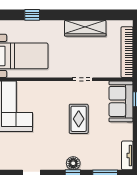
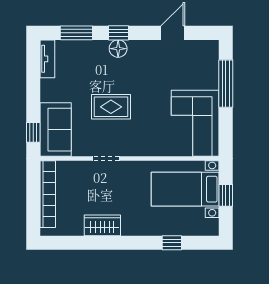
wardrobe: (85, 28) -> (102, 225), width x0.67
rug: (79, 119) -> (111, 107), turned 90

